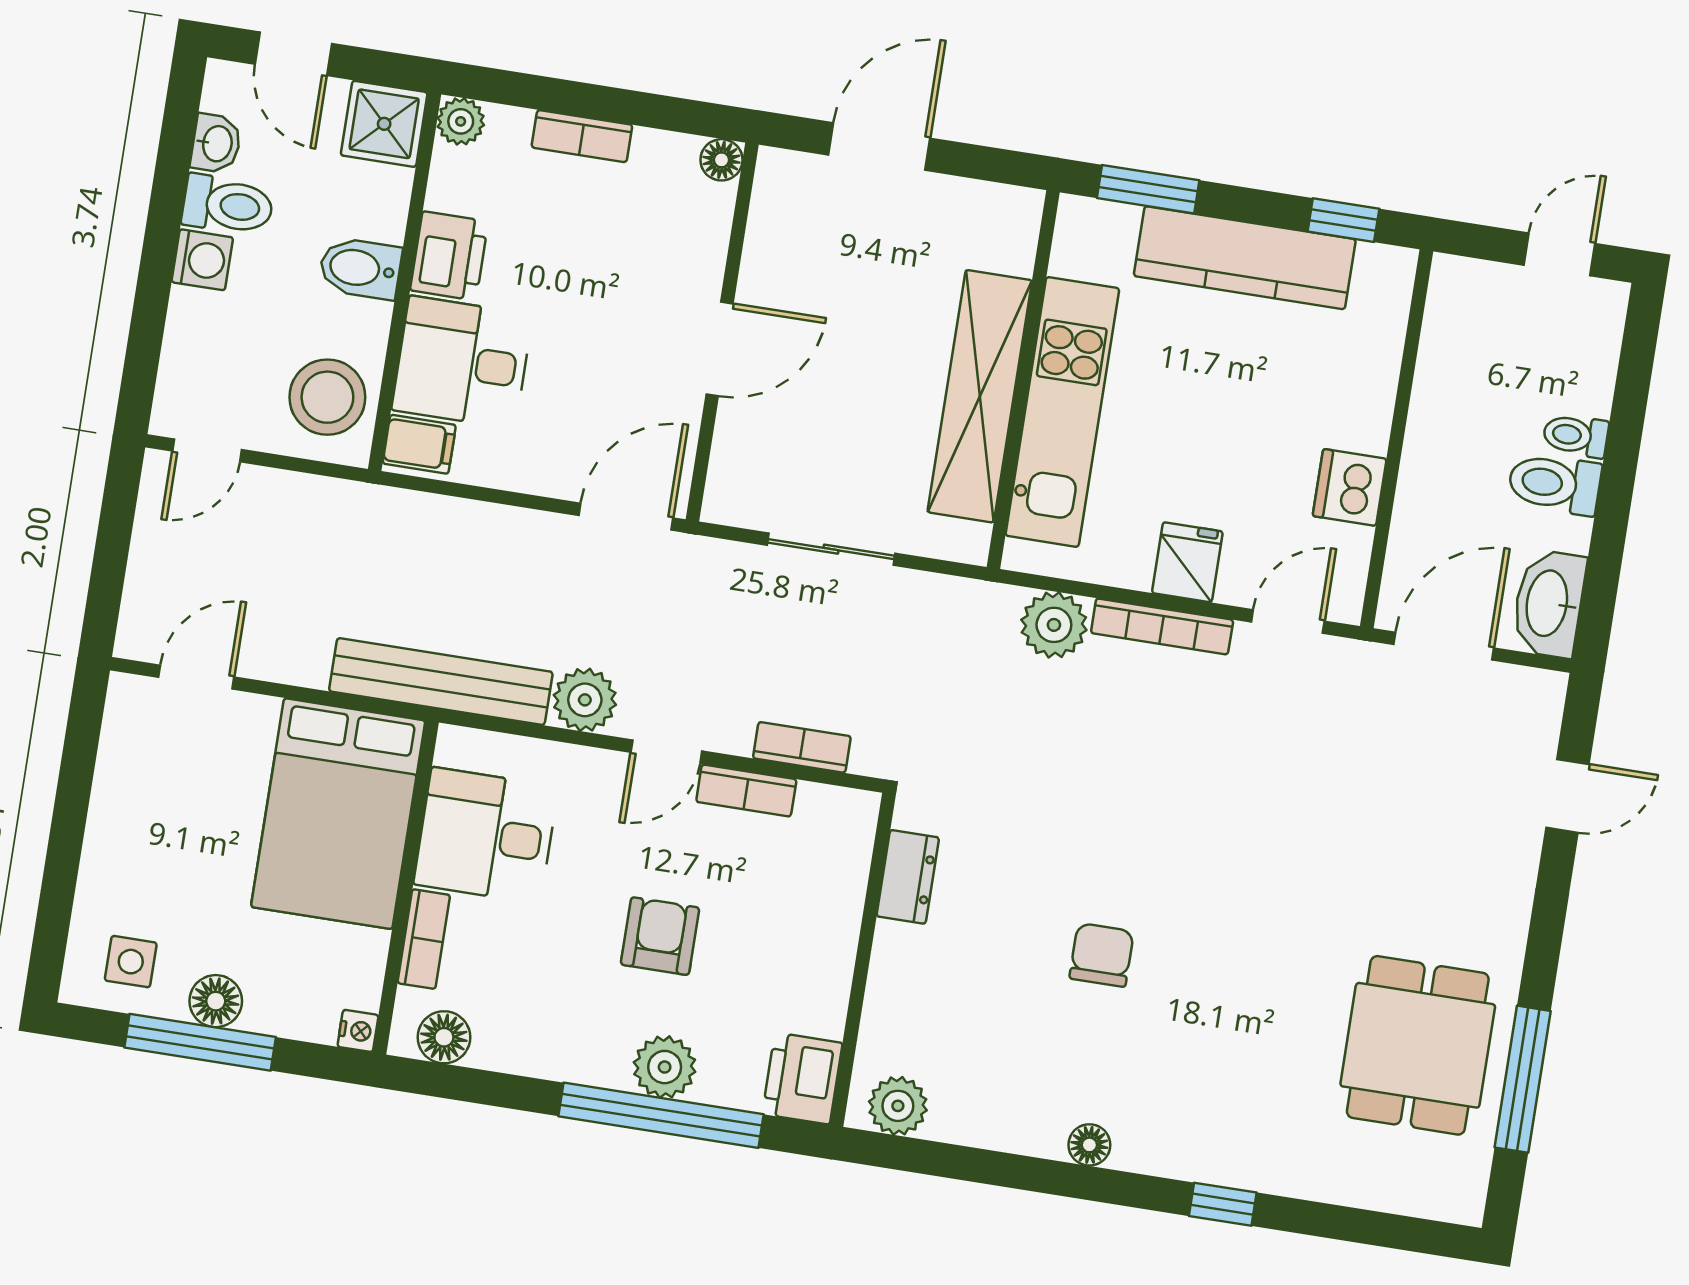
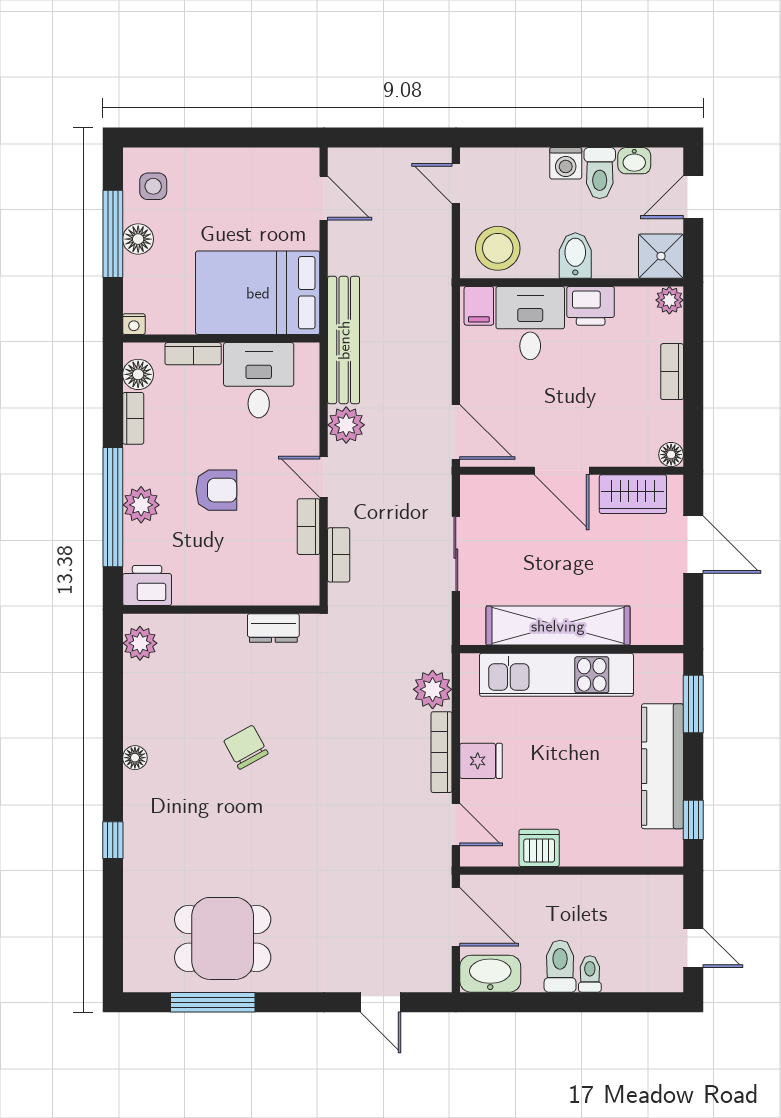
wardrobe: (778, 235) -> (633, 494), added
chair: (1102, 955) -> (246, 747), turned -119
bookcase: (517, 1057) -> (133, 418), added

